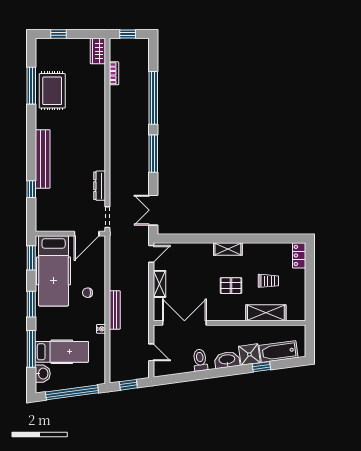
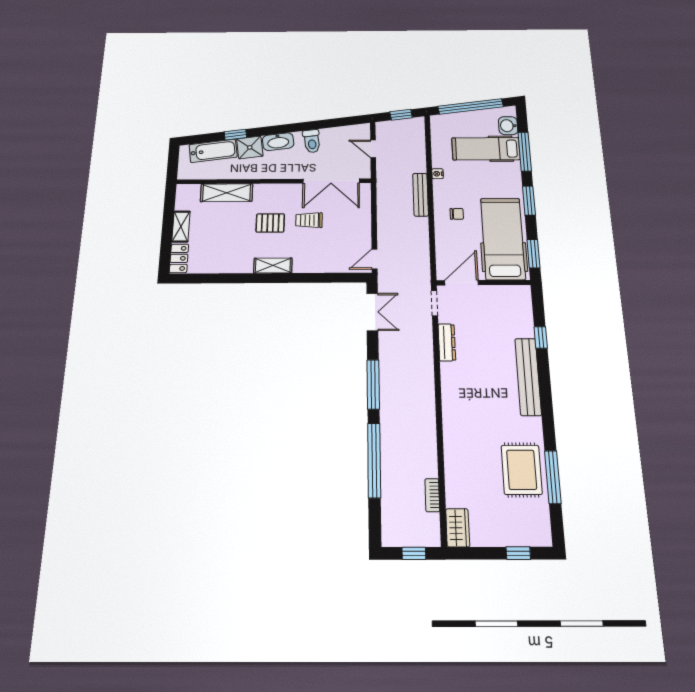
trolley: (268, 281) -> (309, 220), moved
shelving: (159, 284) -> (181, 227), moved

